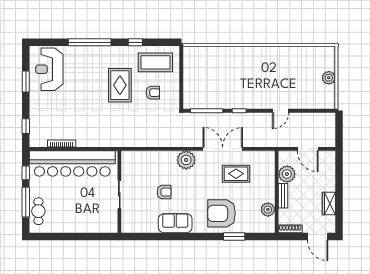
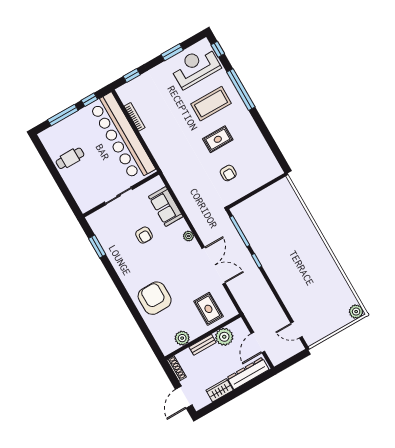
window: (135, 42) -> (218, 49), moved
coffee table: (155, 62) -> (211, 104), moved, turned 90
plant: (329, 78) -> (356, 312), moved
rug: (120, 85) -> (218, 139), width x0.73, depth x0.70
door: (281, 111) -> (296, 330), moved
plant: (186, 160) -> (188, 236), width x0.53, depth x0.53
dresser: (329, 172) -> (248, 373), added
rug: (236, 174) -> (208, 309), moved
cafe table: (38, 211) -> (70, 158), moved
sofa: (175, 223) -> (166, 207), moved, turned 180
window: (234, 236) -> (97, 247), moved

